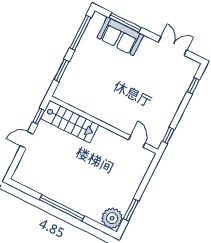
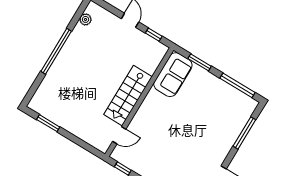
sofa: (120, 36) -> (173, 75), moved, turned 180
stairs: (70, 122) -> (128, 96), moved
plant: (112, 218) -> (85, 19), moved, width x0.53, depth x0.53

